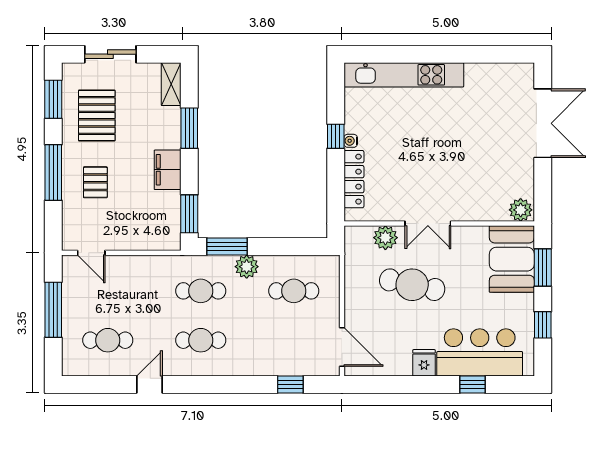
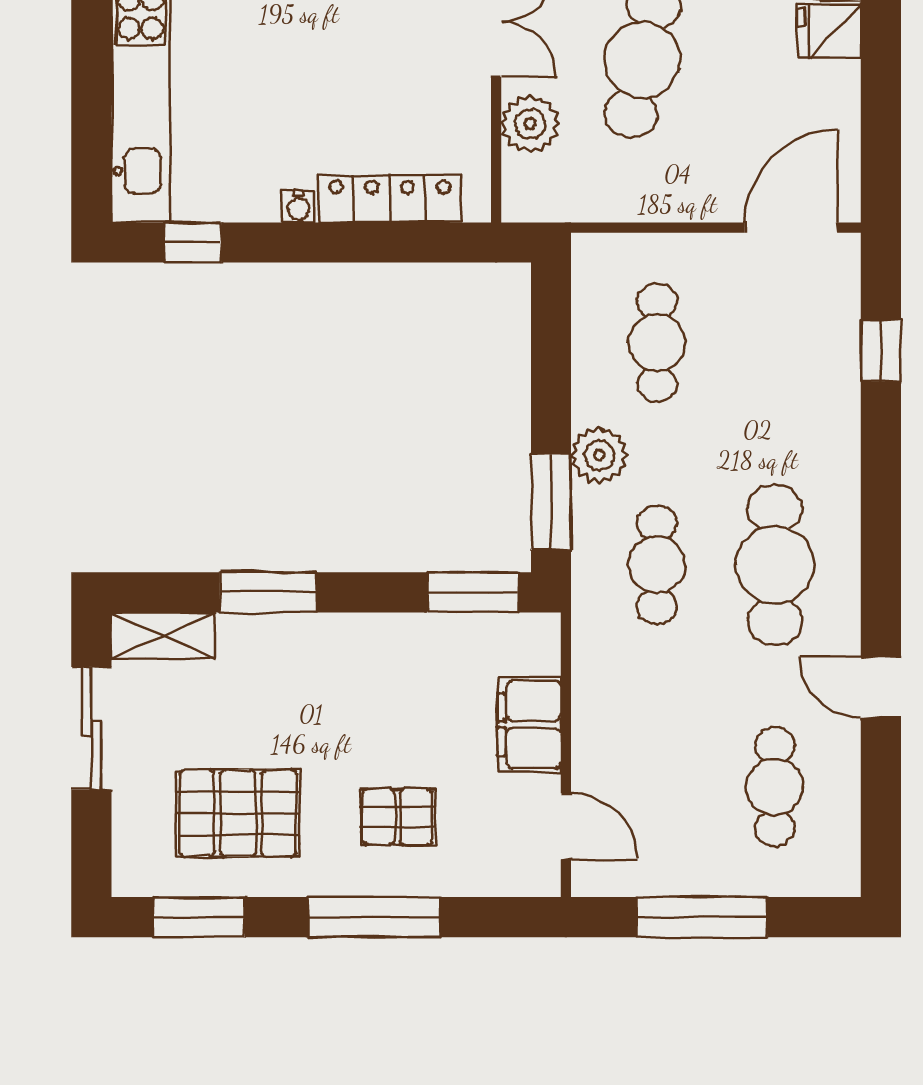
sliding door: (110, 54) -> (91, 728), moved
window: (336, 136) -> (193, 242), moved
filing cabinet: (168, 170) -> (529, 725), moved, turned 90
door: (91, 253) -> (566, 826), hinge flipped
cafe table: (201, 340) -> (775, 565), width x1.37, depth x1.35

